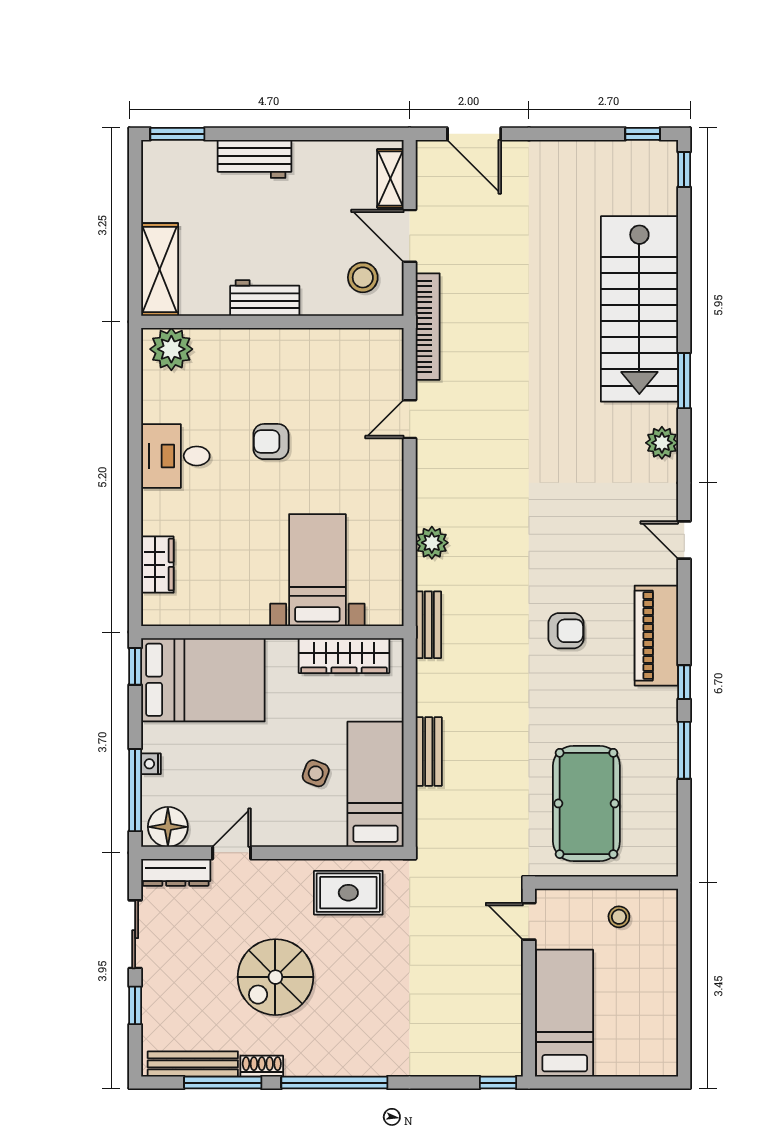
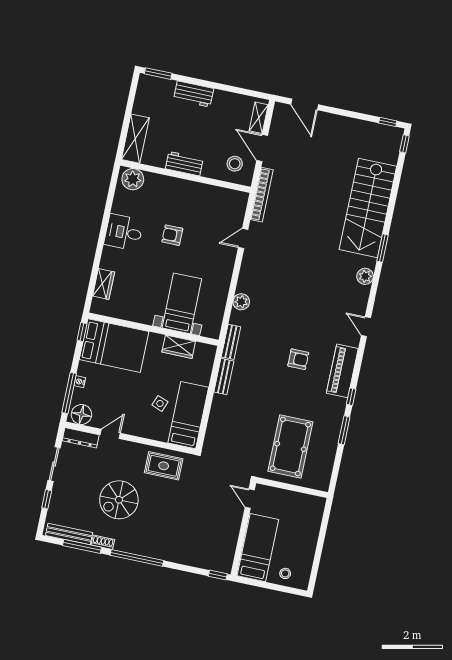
wardrobe: (344, 656) -> (179, 347), width x0.67
bench: (429, 752) -> (224, 376), moved
stool: (619, 917) -> (285, 573), moved

